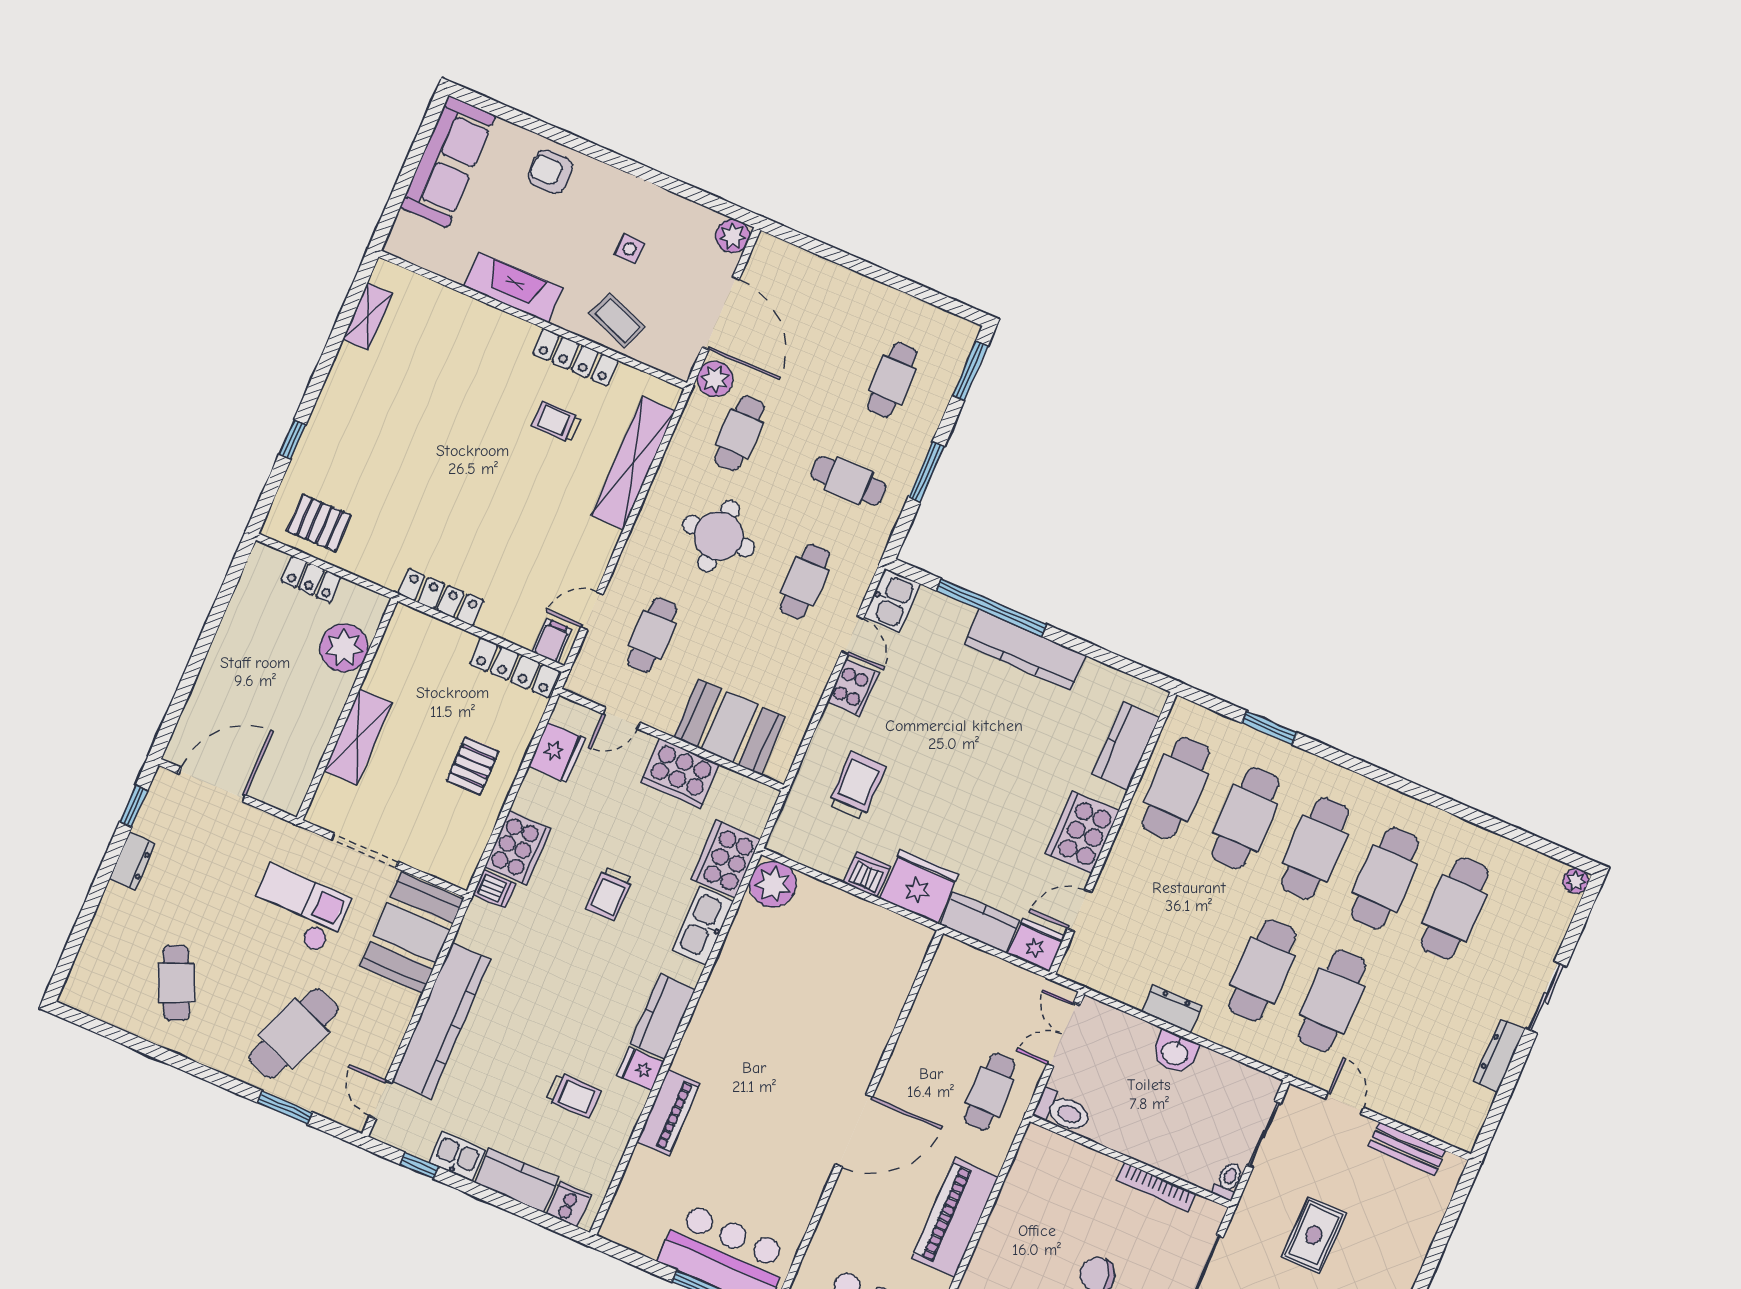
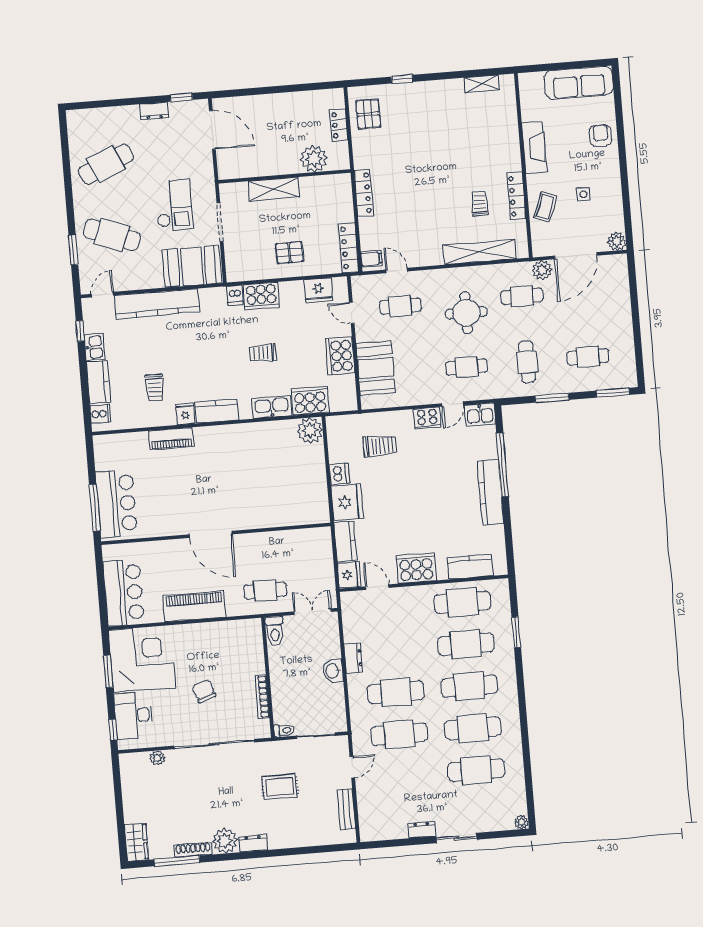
cafe table: (176, 983) -> (106, 164), width x1.37, depth x1.35
dresser: (1499, 1055) -> (422, 830), width x0.70

